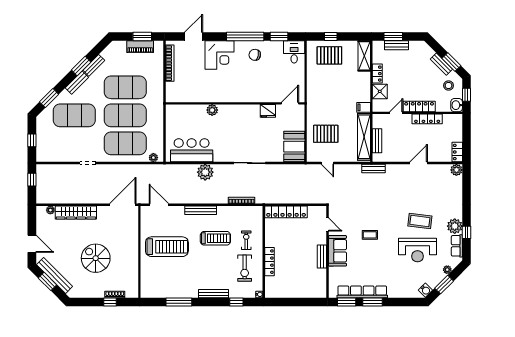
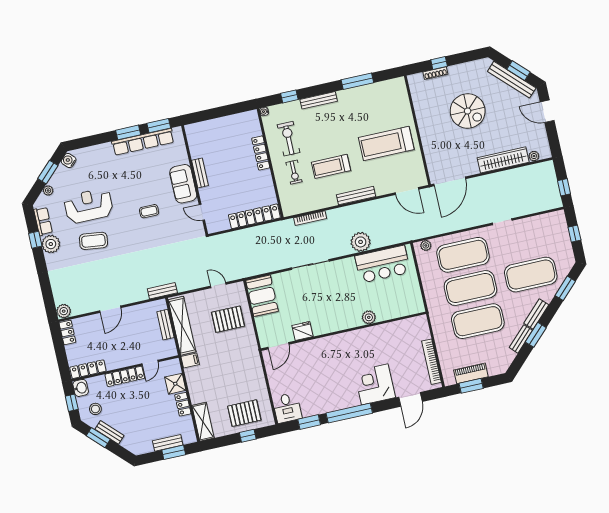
chair: (255, 55) -> (333, 394), removed
locker: (427, 119) -> (88, 369), moved

